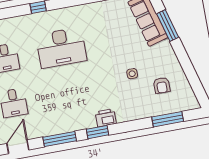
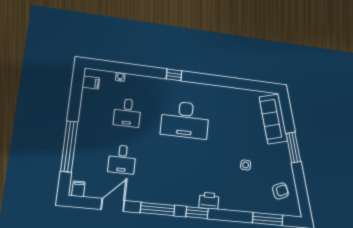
window: (168, 25) -> (293, 147), moved
armchair: (162, 85) -> (280, 191), moved, turned -113

